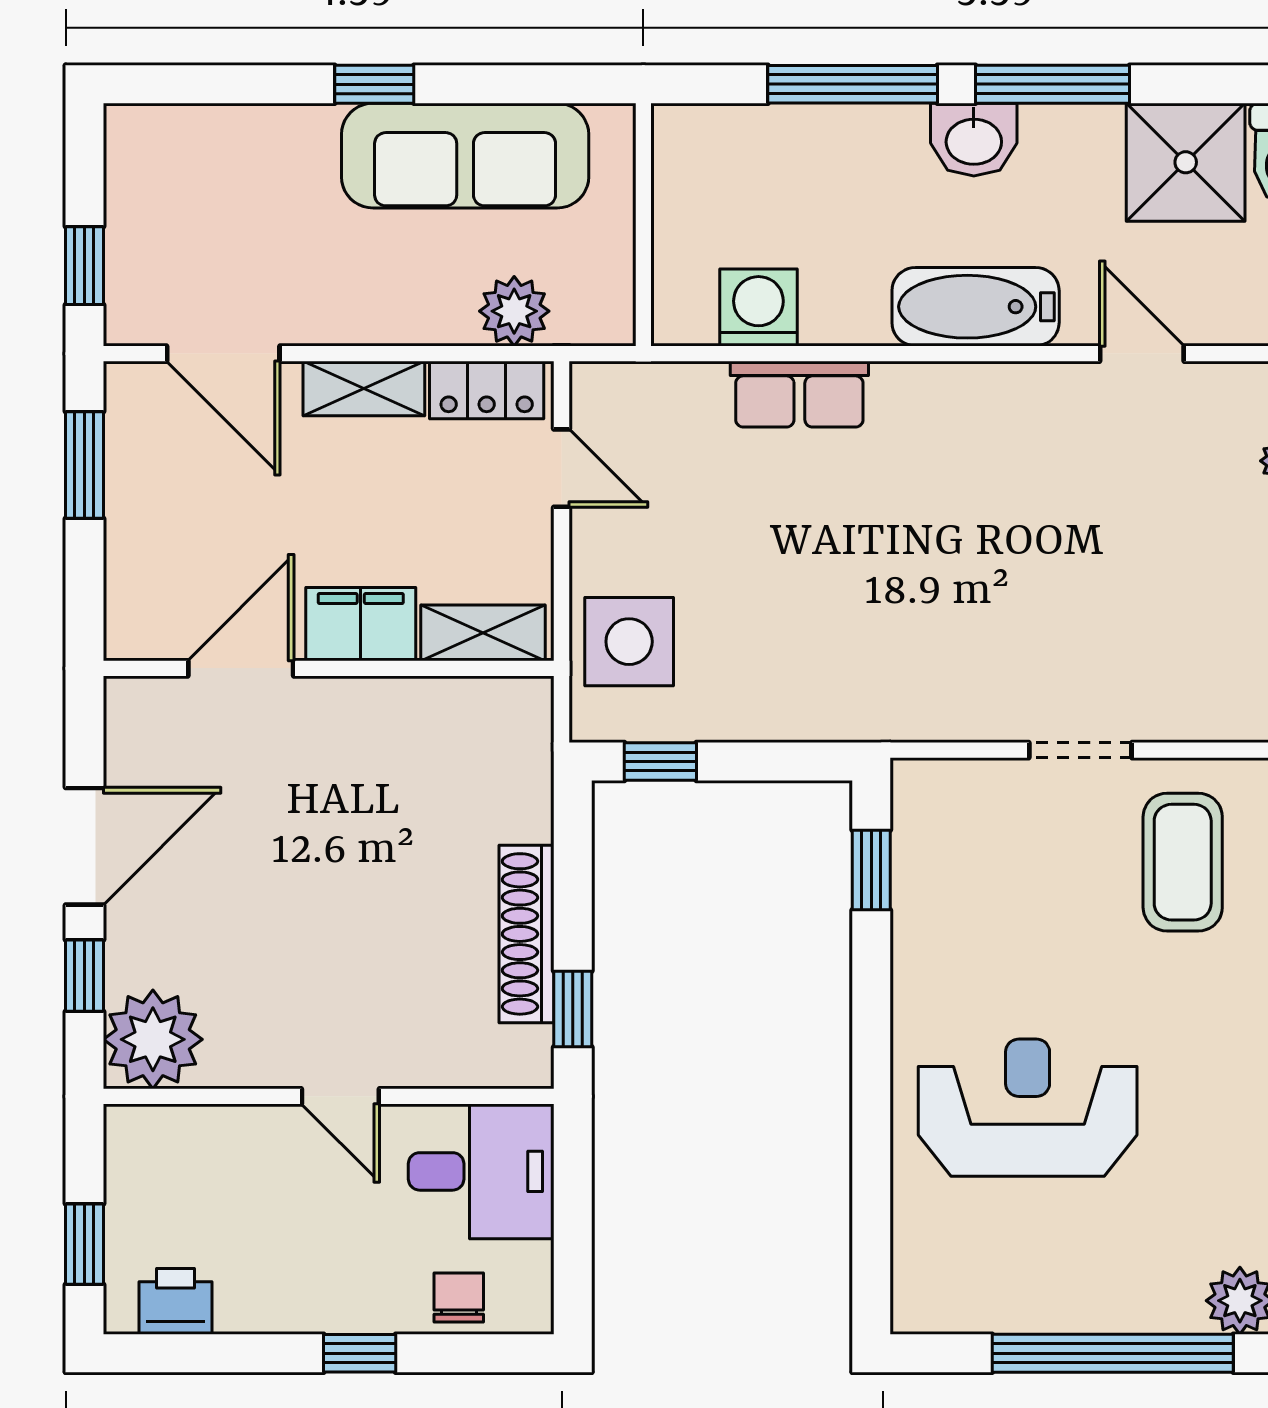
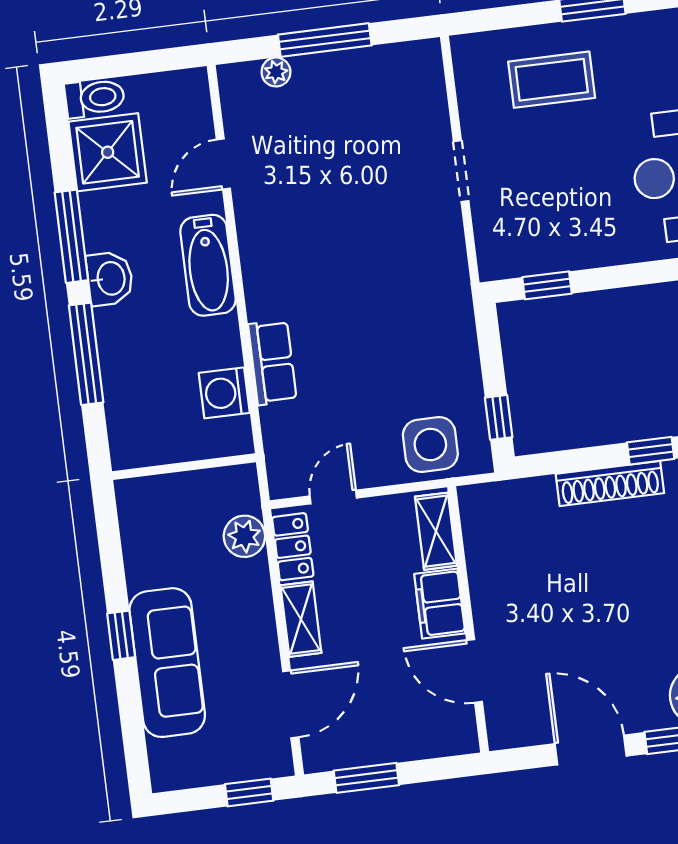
sofa: (465, 156) -> (167, 663), moved
coffee table: (1183, 862) -> (552, 80), moved

